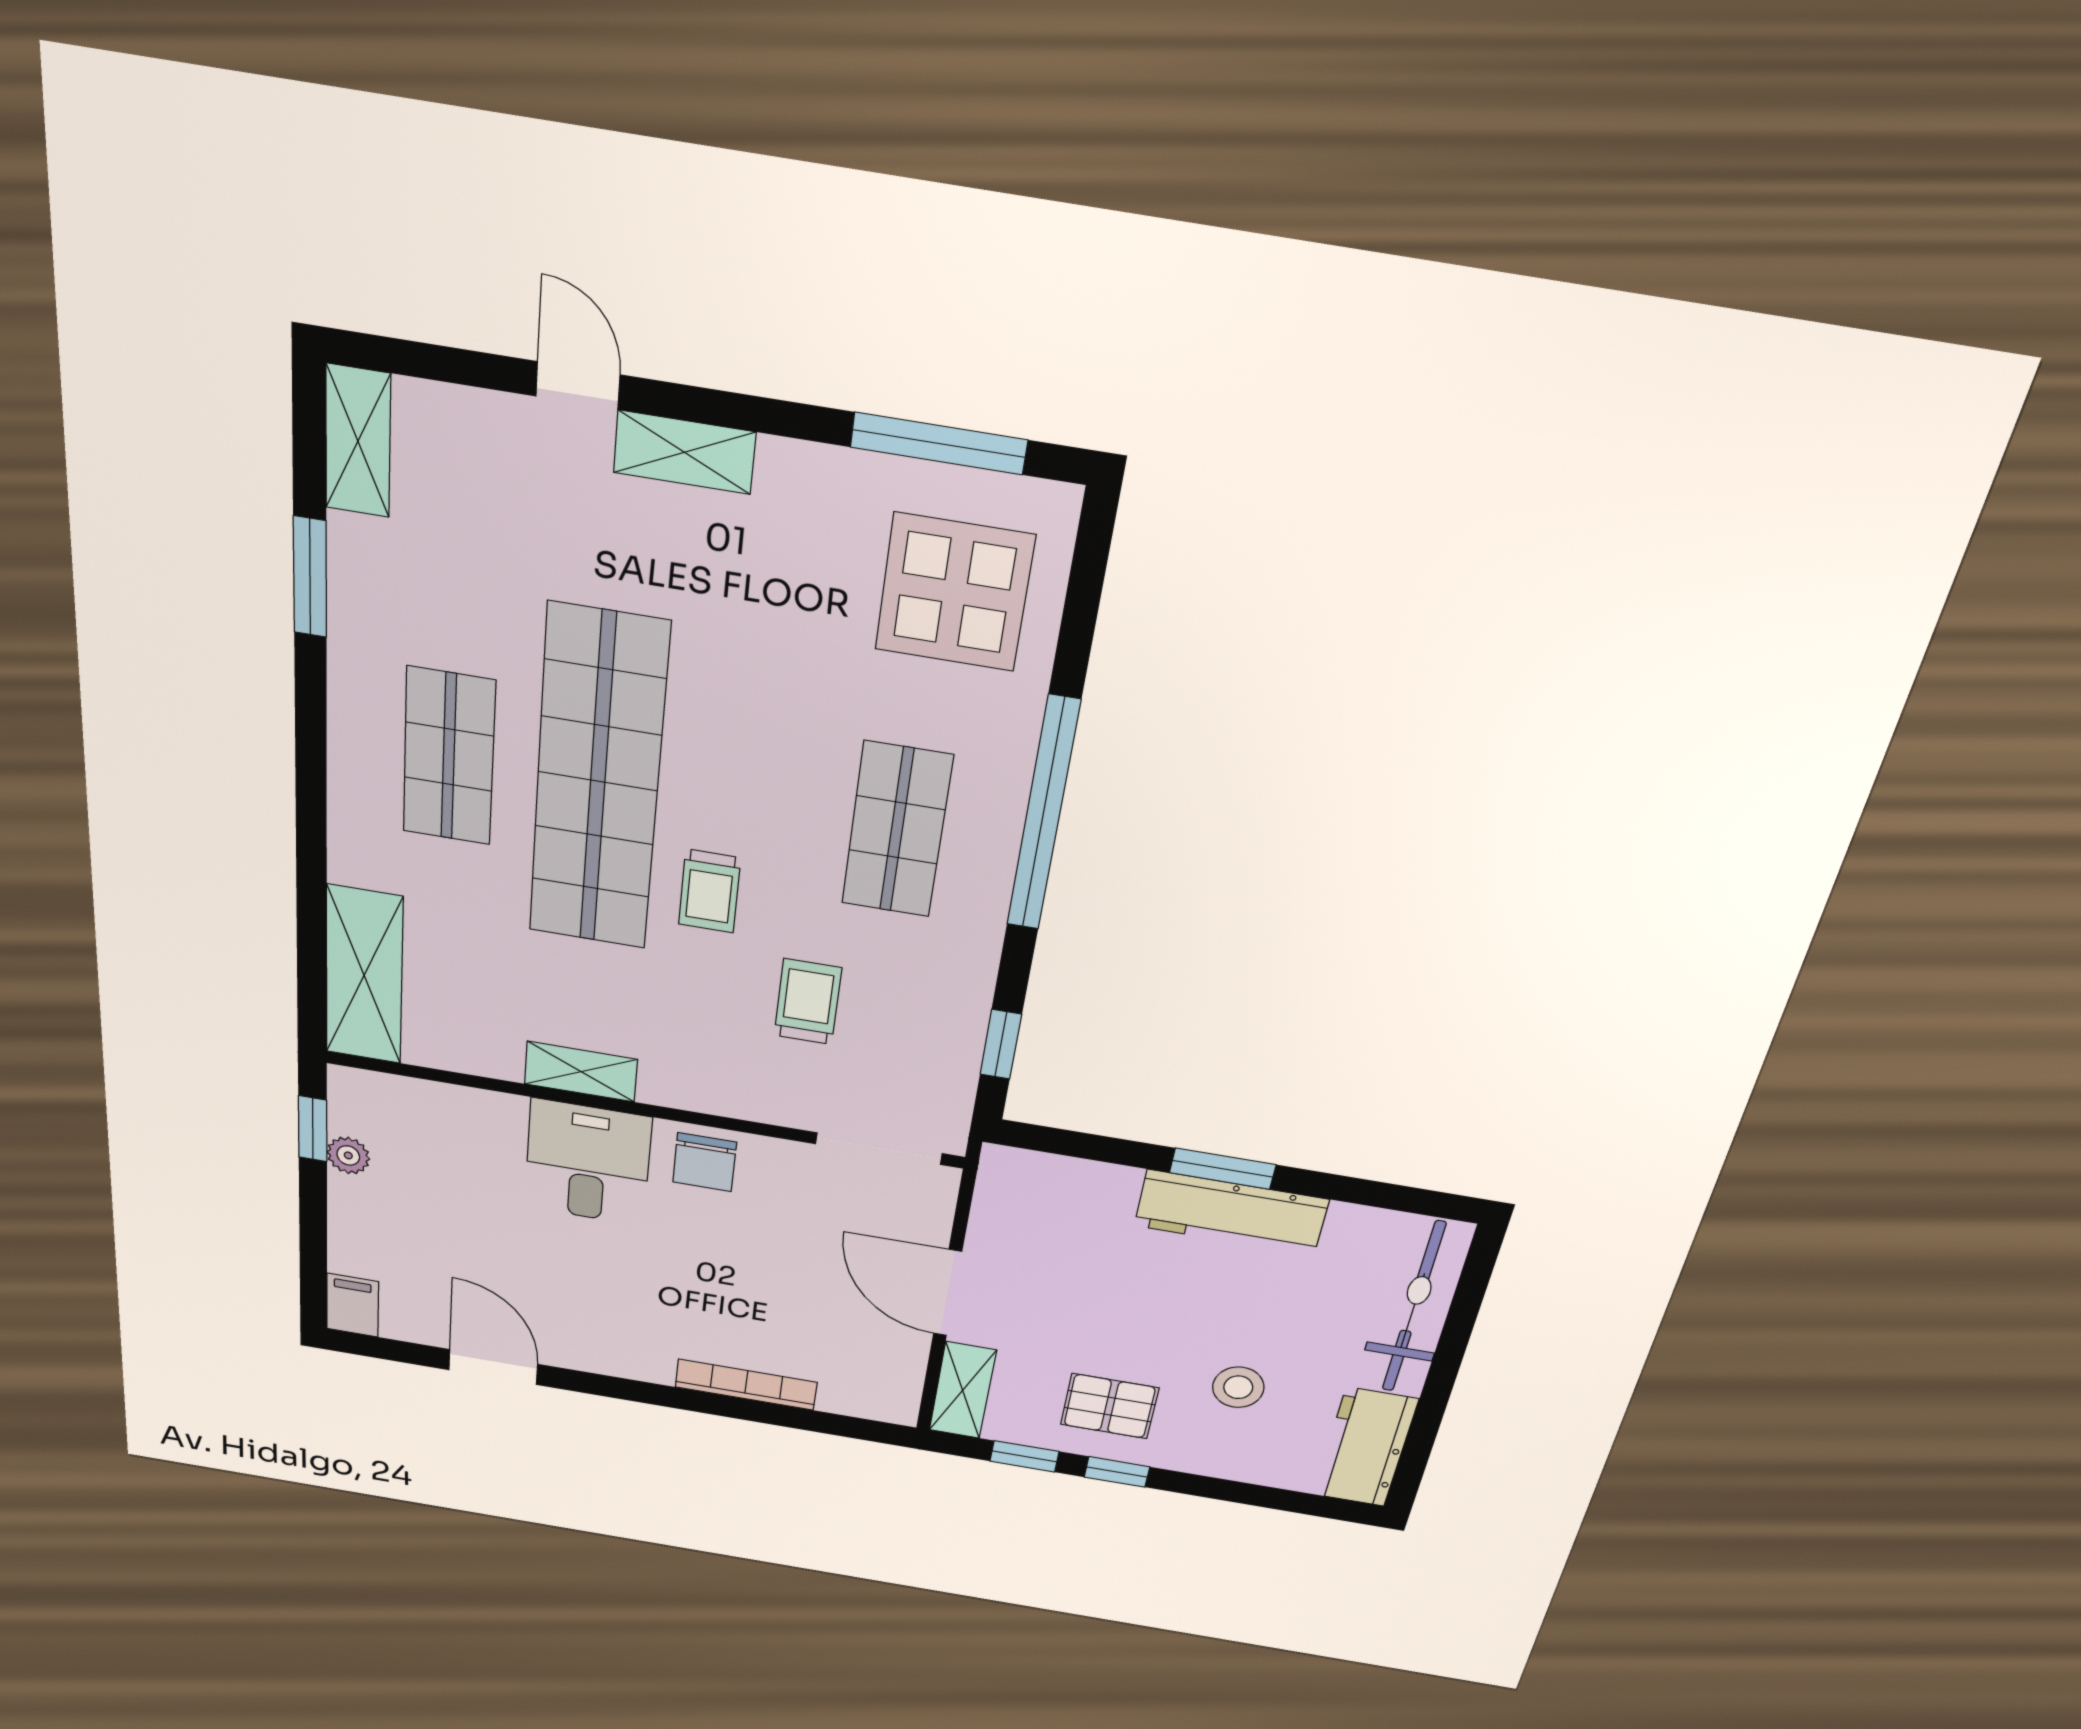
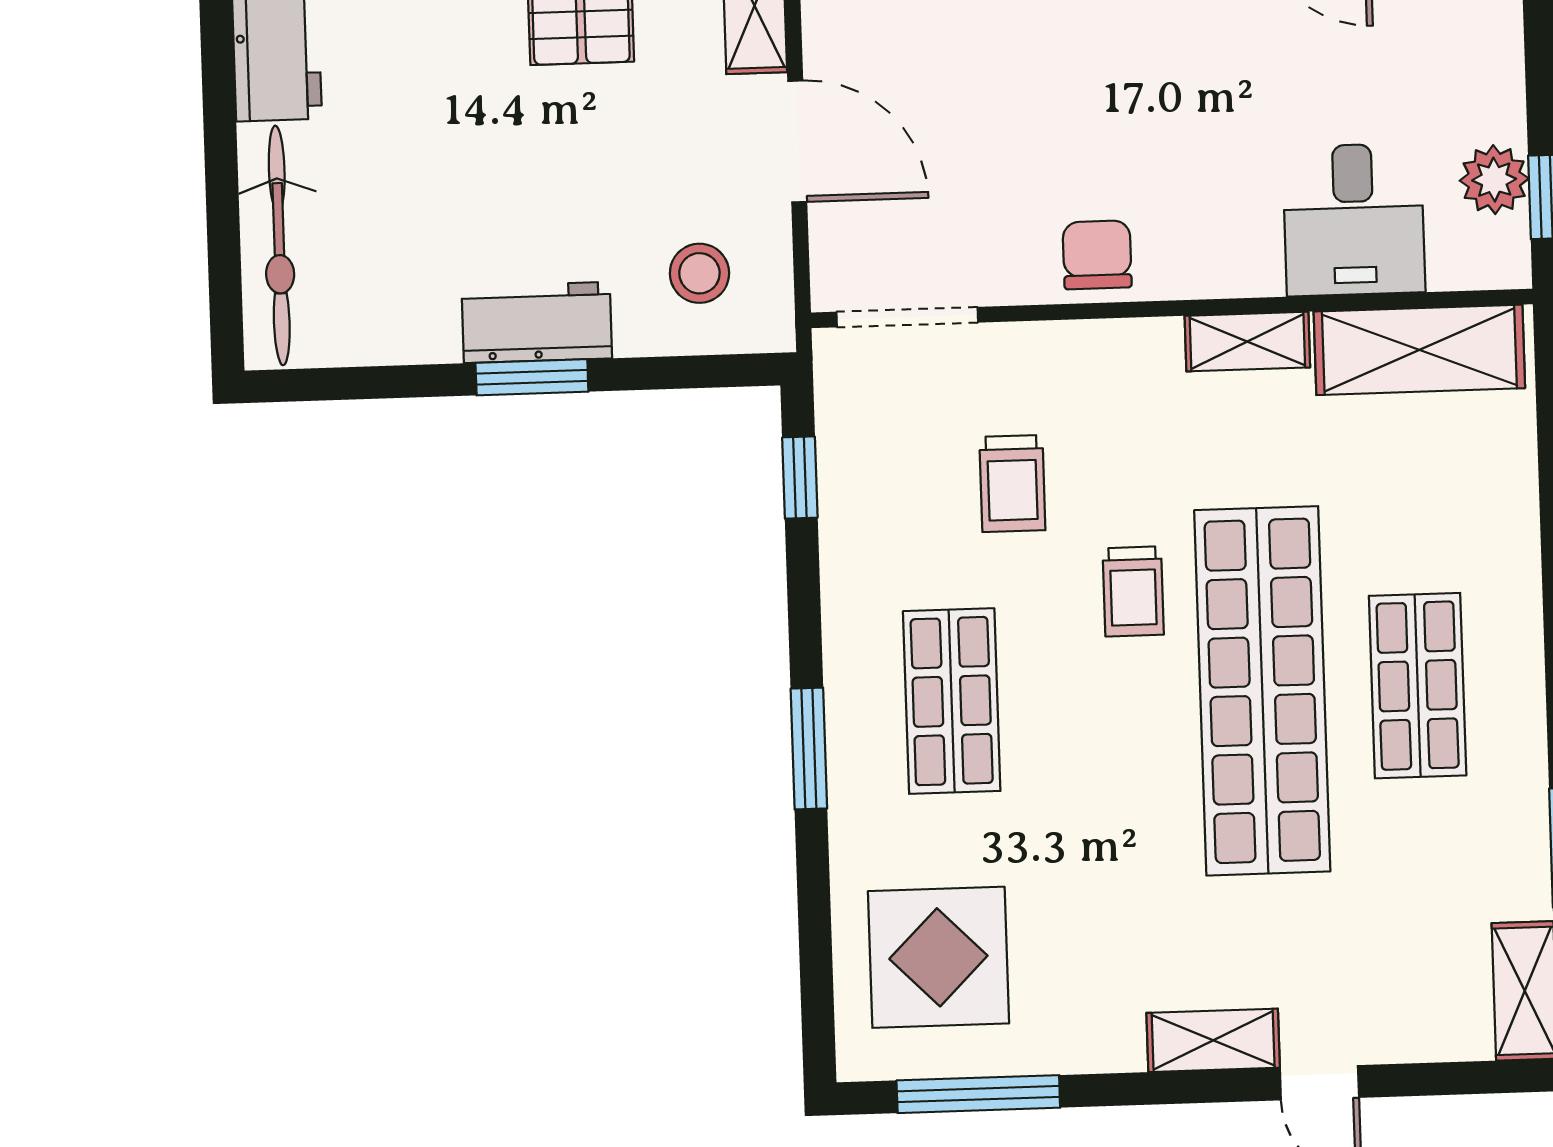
window: (1043, 815) -> (809, 749), width x0.47
trolley: (710, 891) -> (1133, 591), turned 180
shelving: (364, 975) -> (1419, 350), moved, turned 90
plant: (348, 1155) -> (1494, 180), width x1.38, depth x1.38
desk: (588, 1162) -> (1354, 220), moved
workbench: (1231, 1213) -> (537, 322), width x0.73
stool: (1238, 1387) -> (699, 273), moved

